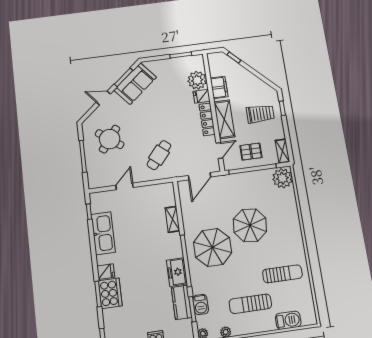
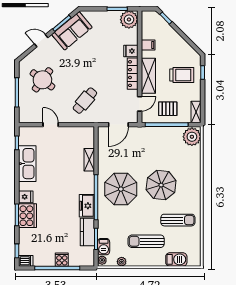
plant: (197, 80) -> (129, 20), moved
filing cabinet: (219, 87) -> (148, 45), width x0.50
door: (124, 186) -> (51, 125), hinge flipped
parasol: (250, 225) -> (161, 185), moved
barbecue: (201, 304) -> (104, 247), moved

